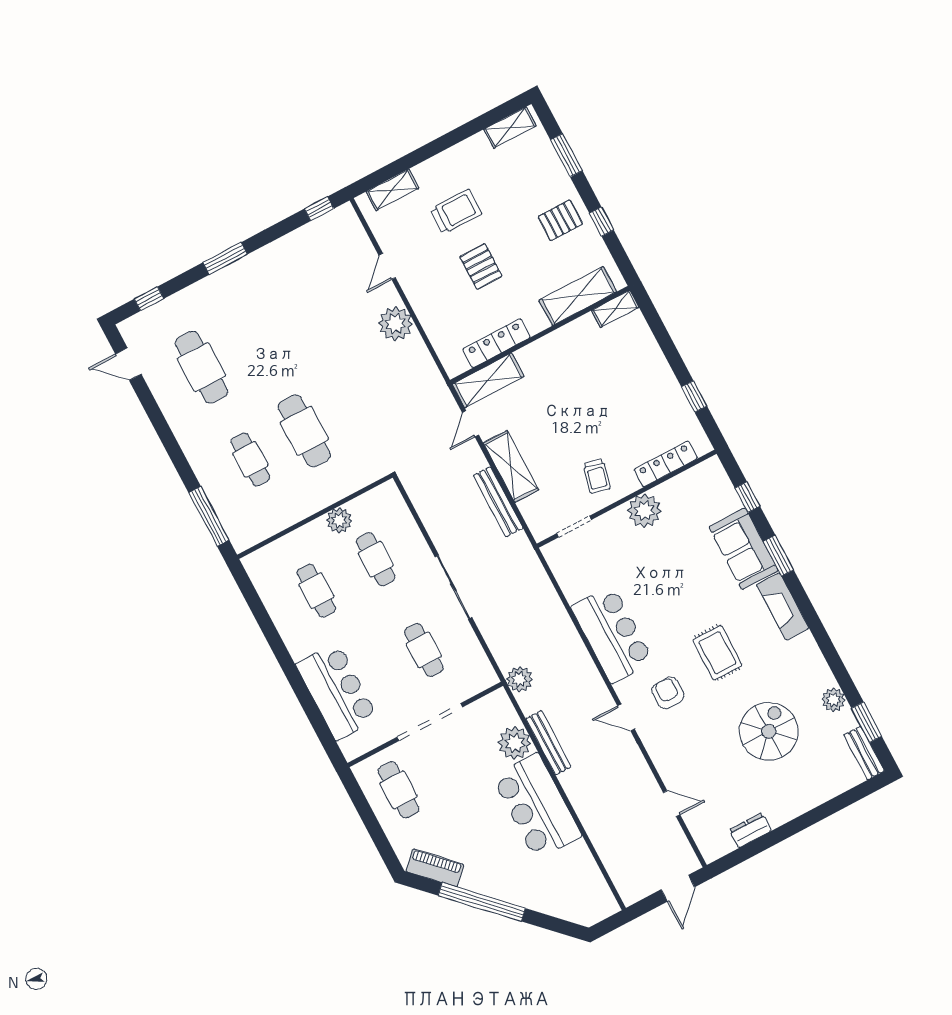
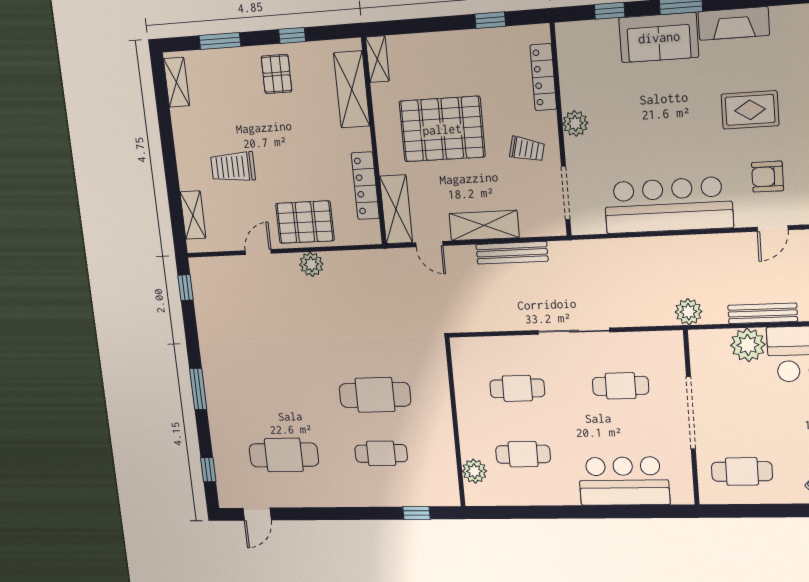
trolley: (456, 212) -> (233, 167), turned -90
door: (387, 266) -> (258, 252), swing flipped
pallet: (481, 266) -> (305, 222), moved, width x1.50, depth x1.42
plant: (396, 324) -> (311, 264), width x0.73, depth x0.73
pallet: (580, 393) -> (442, 129), added
plant: (645, 511) -> (575, 123), width x0.73, depth x0.73
window: (209, 516) -> (417, 513), width x0.46
plant: (339, 520) -> (474, 471), moved
doorway: (574, 527) -> (566, 193), width x1.38
bar counter: (612, 634) -> (668, 205), width x1.36

